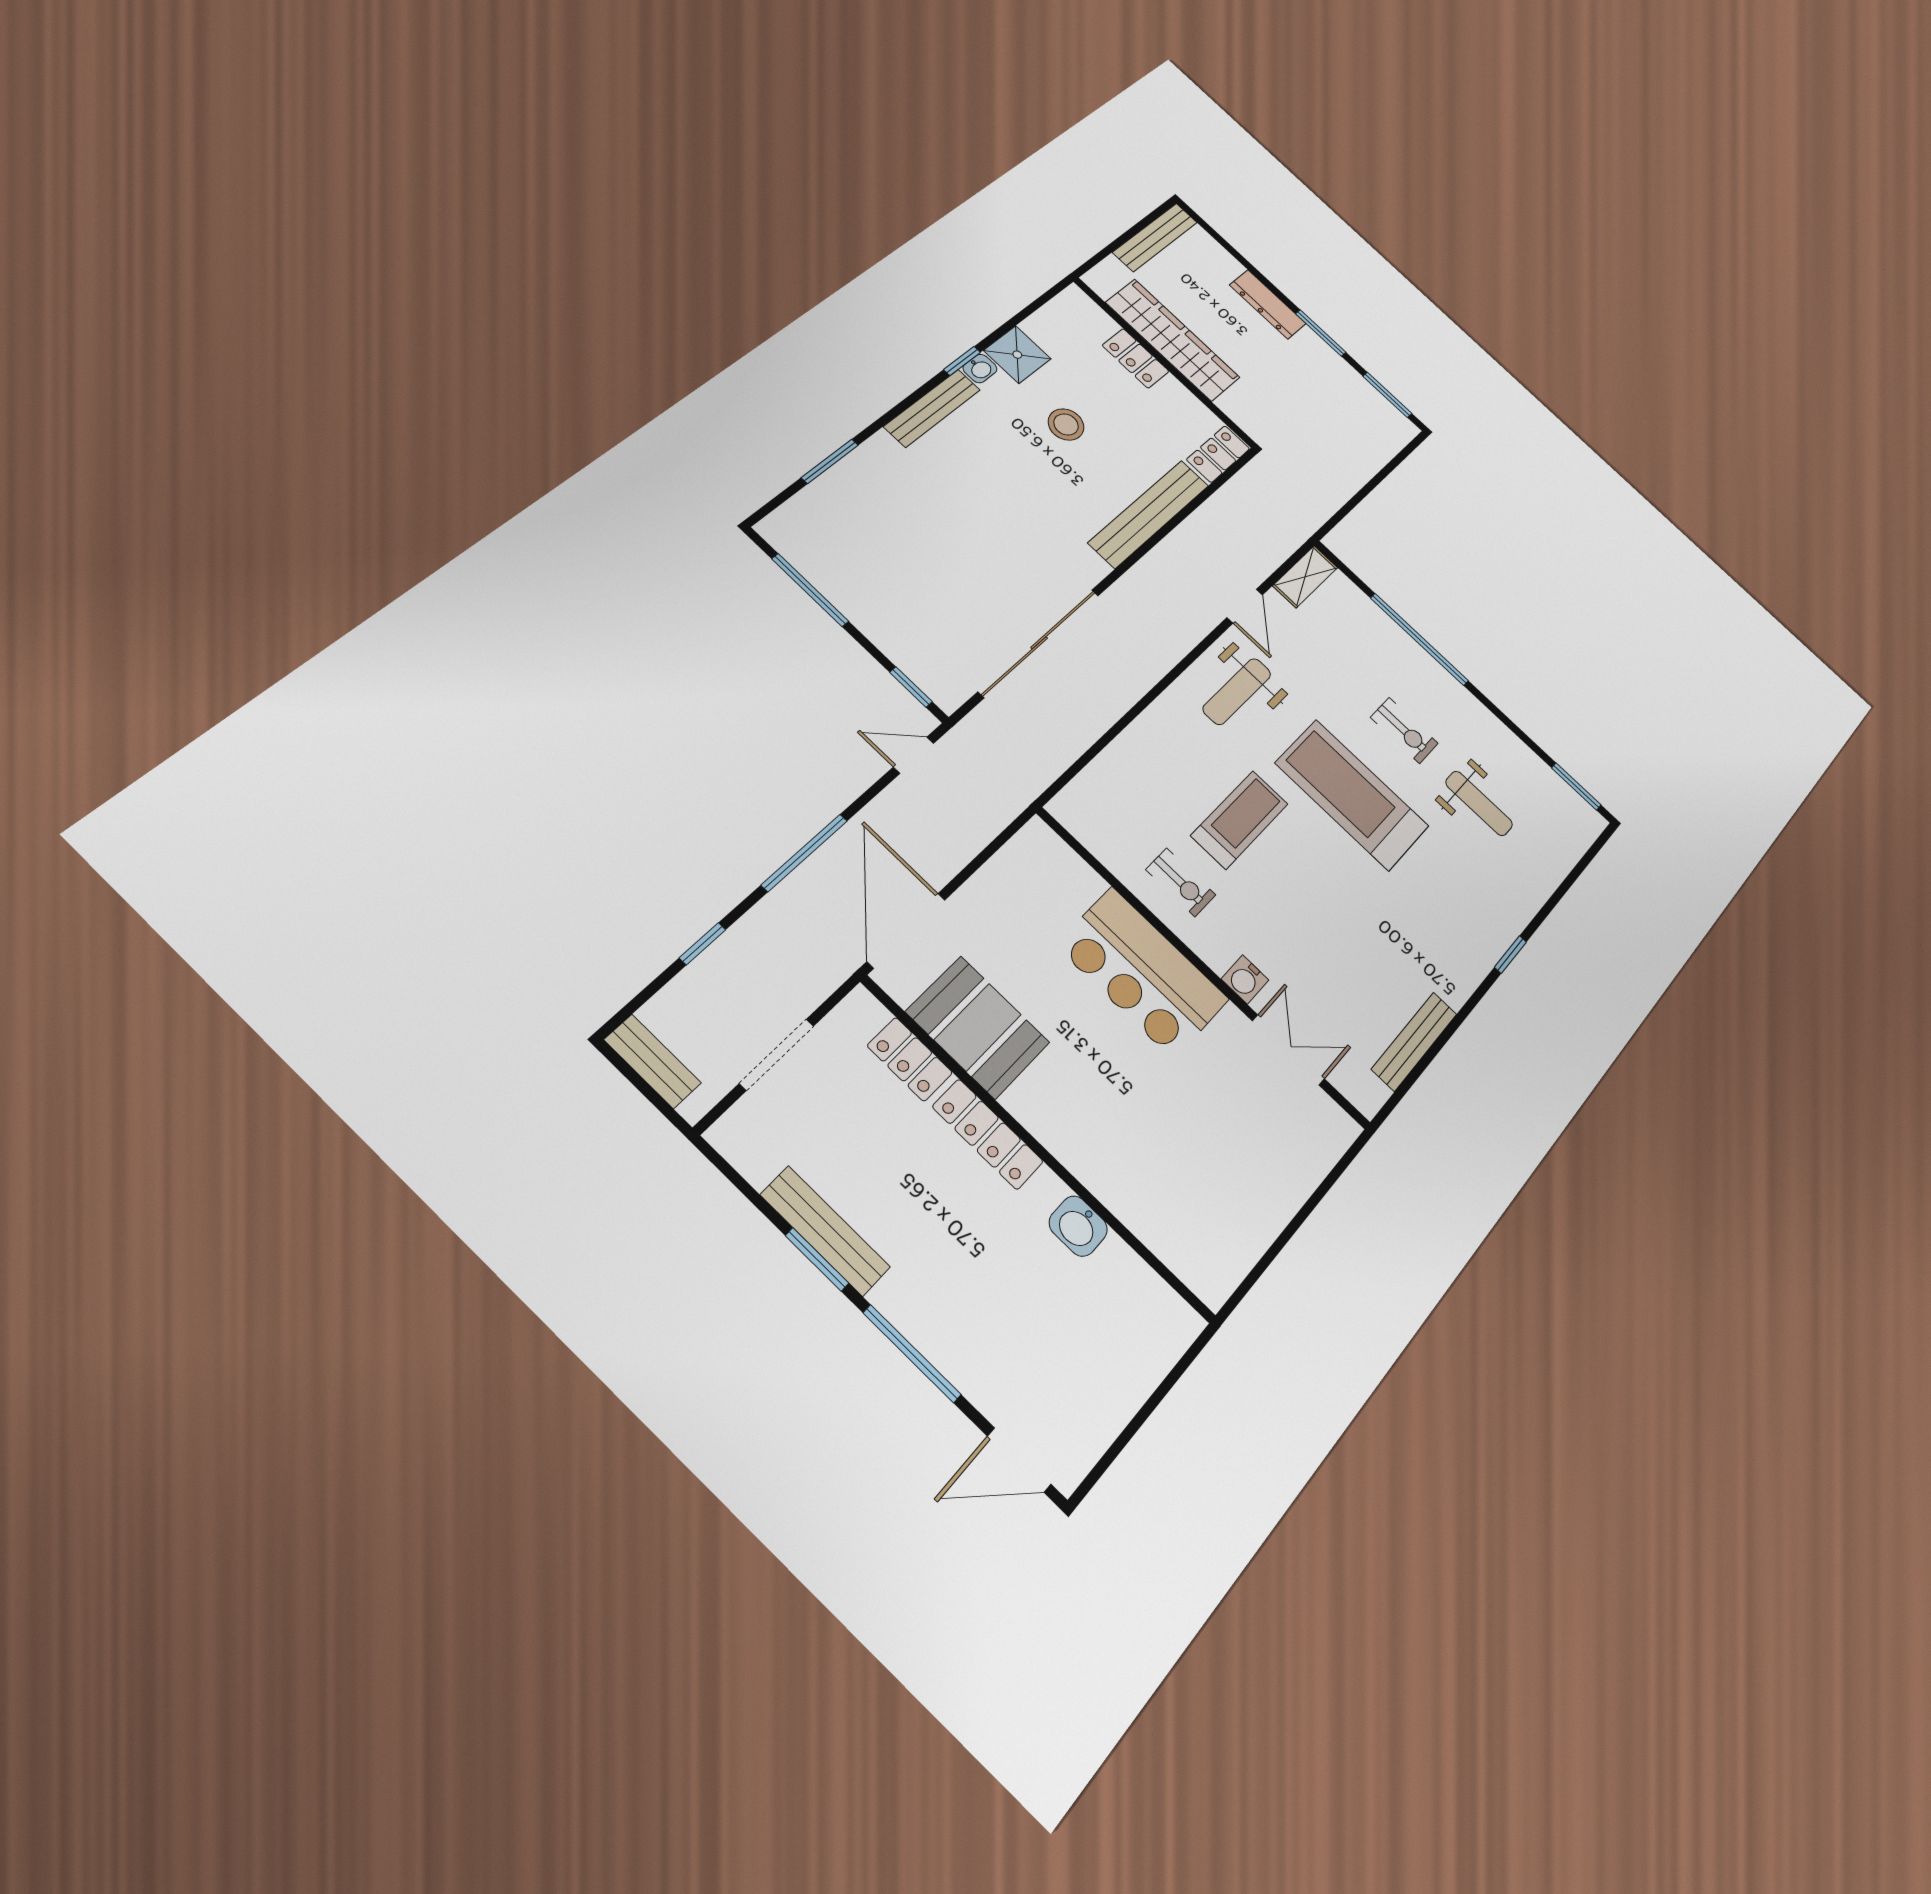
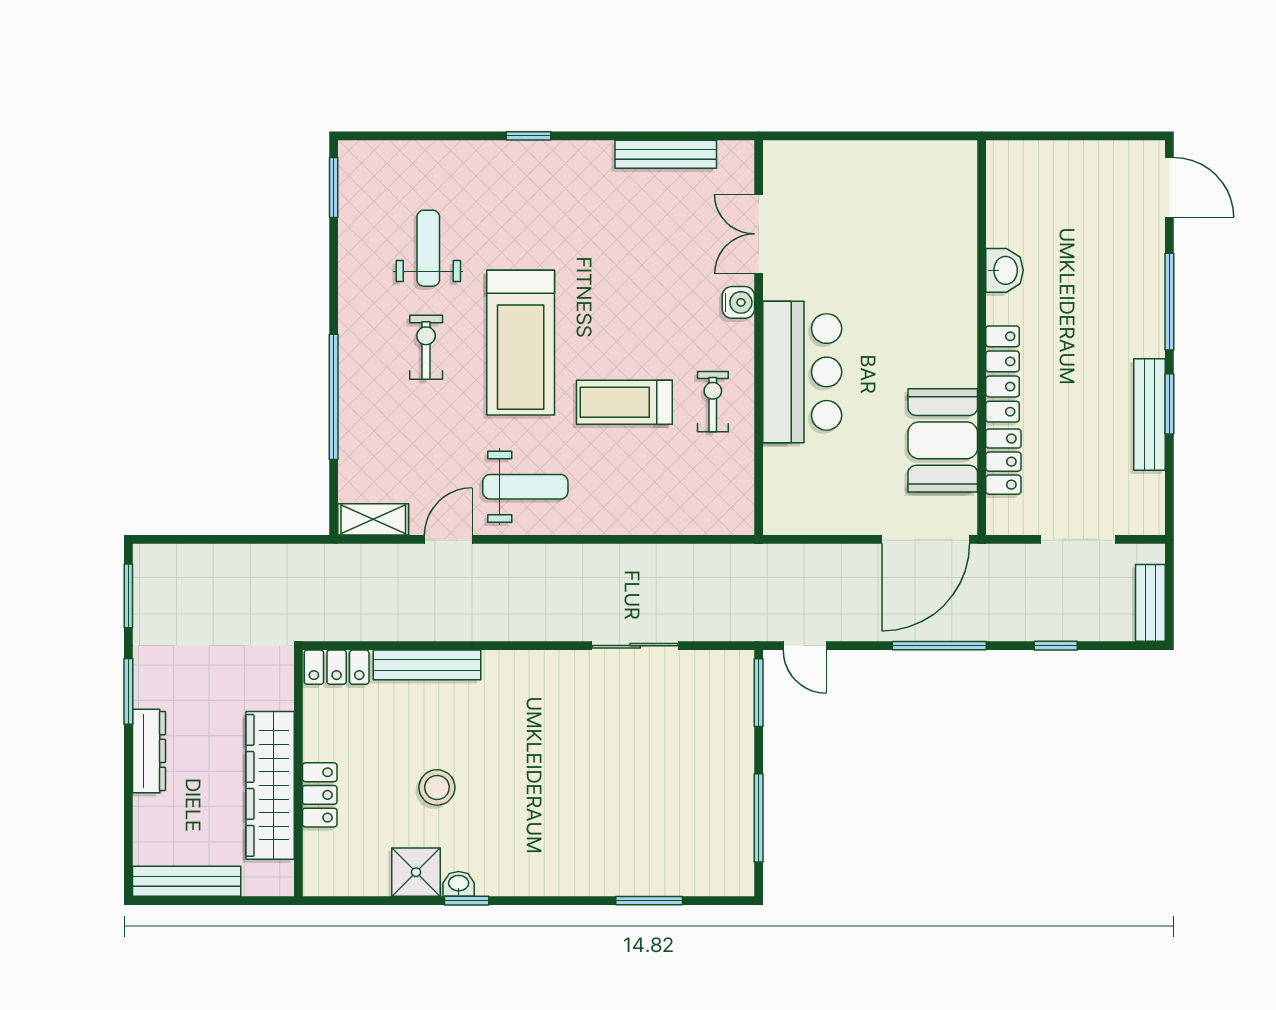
bench: (932, 408) -> (530, 882), removed
bench: (1149, 514) -> (427, 665), width x0.73, depth x0.82
sliding door: (1039, 643) -> (635, 646), width x0.54
window: (911, 687) -> (759, 693), width x1.50

